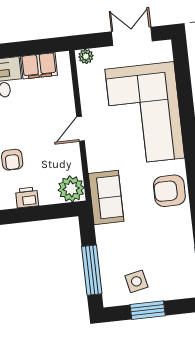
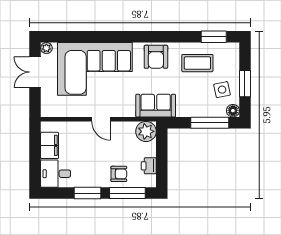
plant: (86, 56) -> (46, 48), moved
coffee table: (167, 245) -> (197, 63), added
floor lamp: (111, 298) -> (233, 111), added

